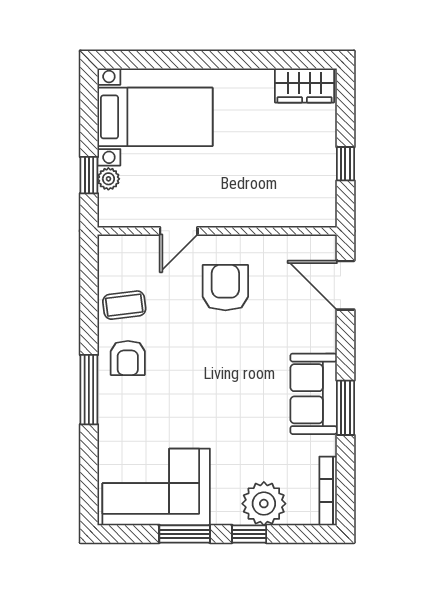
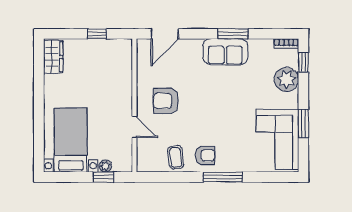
bookcase: (328, 491) -> (286, 44), width x0.64
window: (249, 534) -> (303, 62), moved

